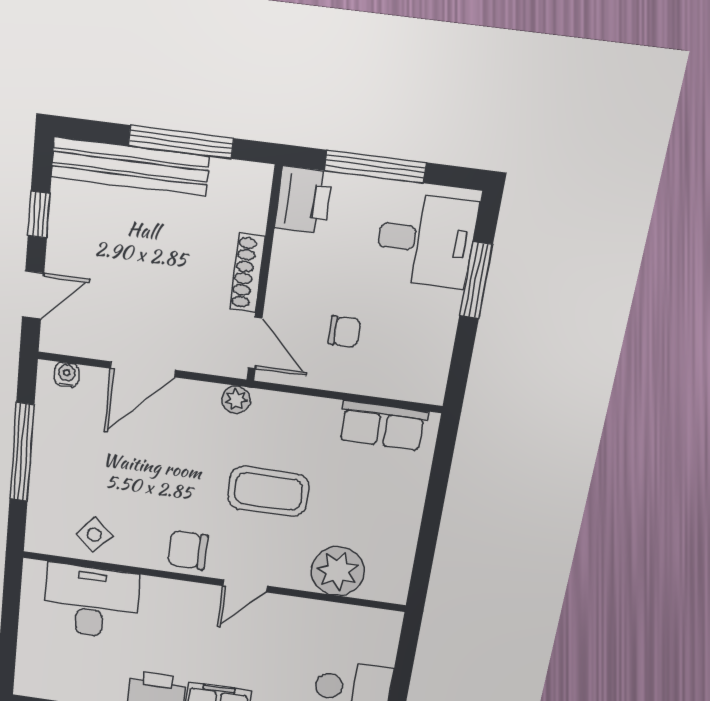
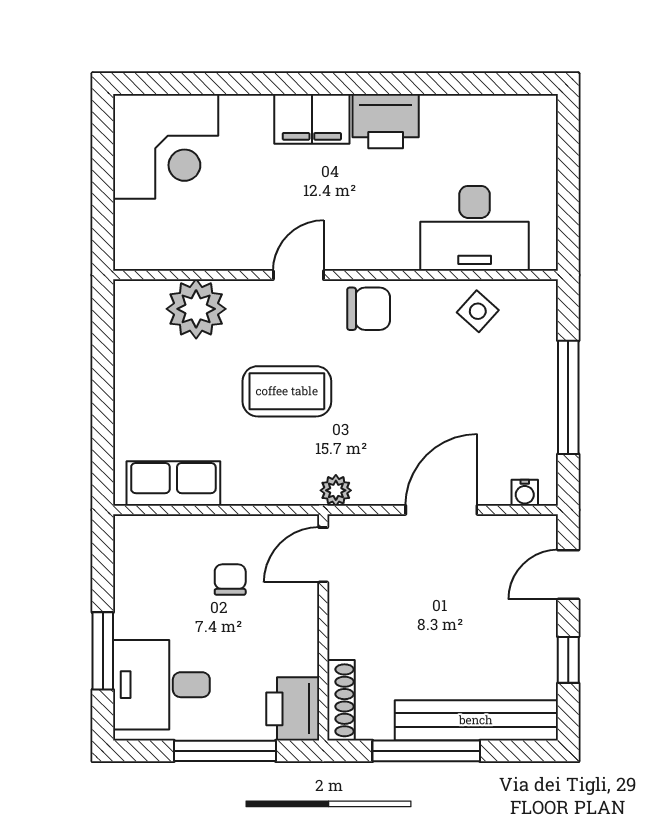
shoe rack: (247, 273) -> (341, 700), moved
chair: (344, 332) -> (230, 580), turned 90
door: (255, 343) -> (323, 555), hinge flipped

